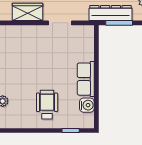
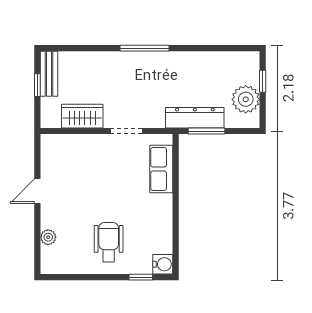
row of seats: (86, 79) -> (161, 169), moved
water cooler: (87, 105) -> (163, 264), moved

